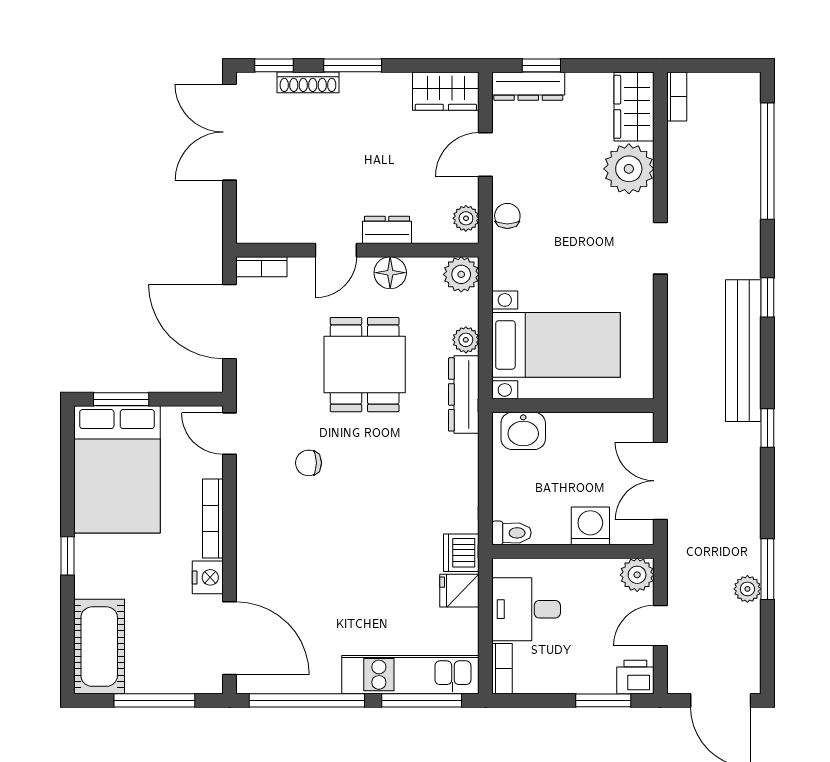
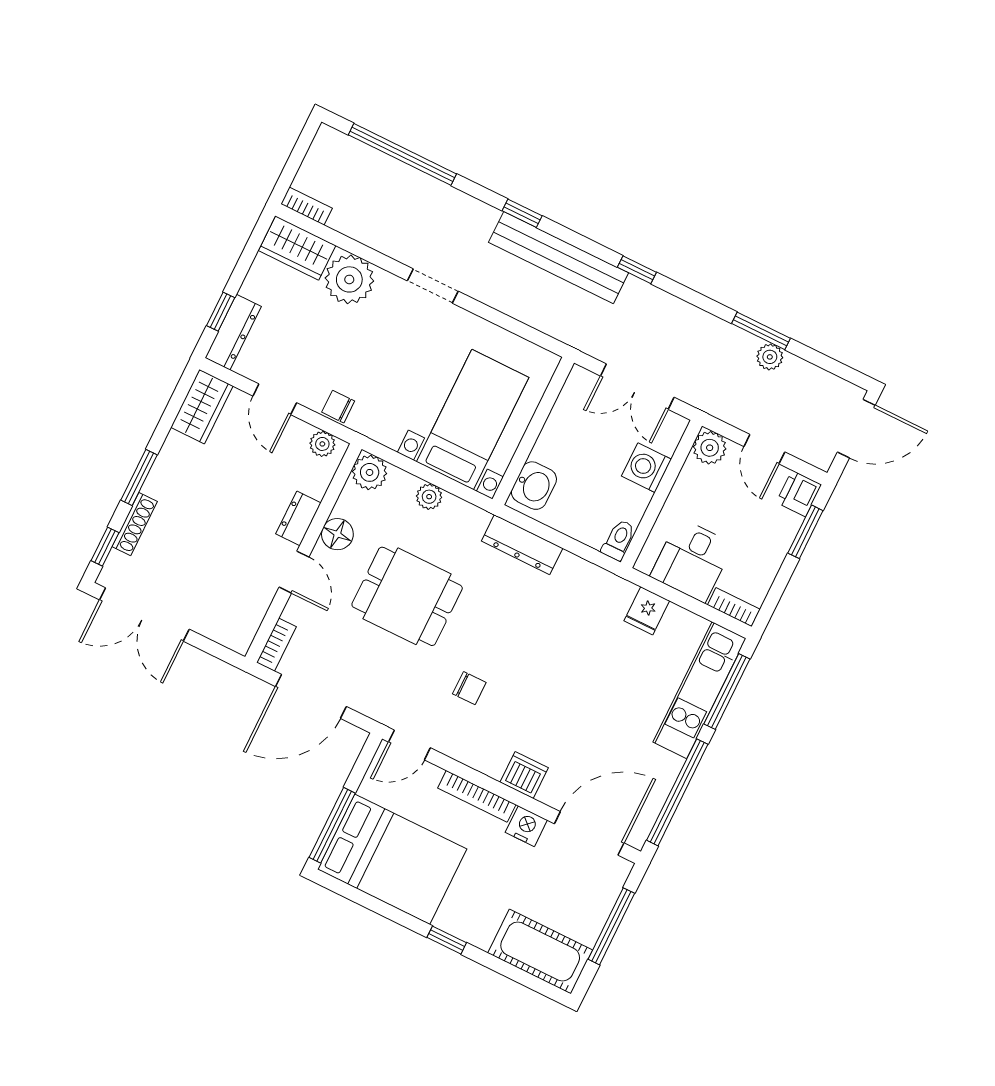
dresser: (464, 394) -> (522, 545), moved
window: (121, 399) -> (332, 825), width x1.44
chair: (309, 463) -> (469, 688), turned -90
dishwasher: (461, 553) -> (524, 775), moved, turned 180

